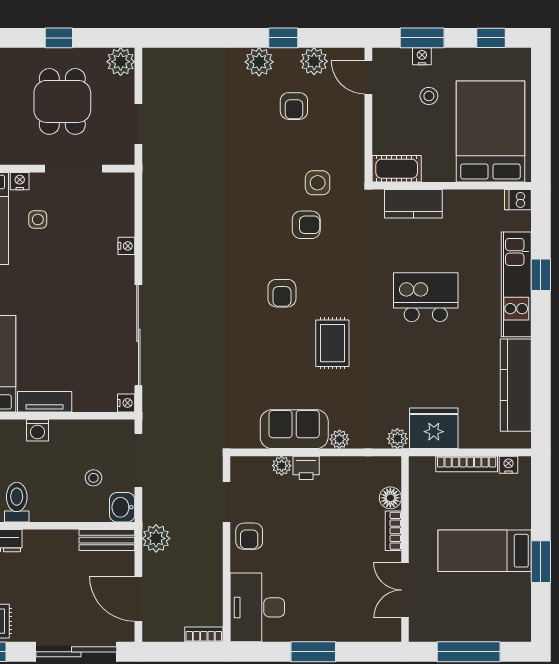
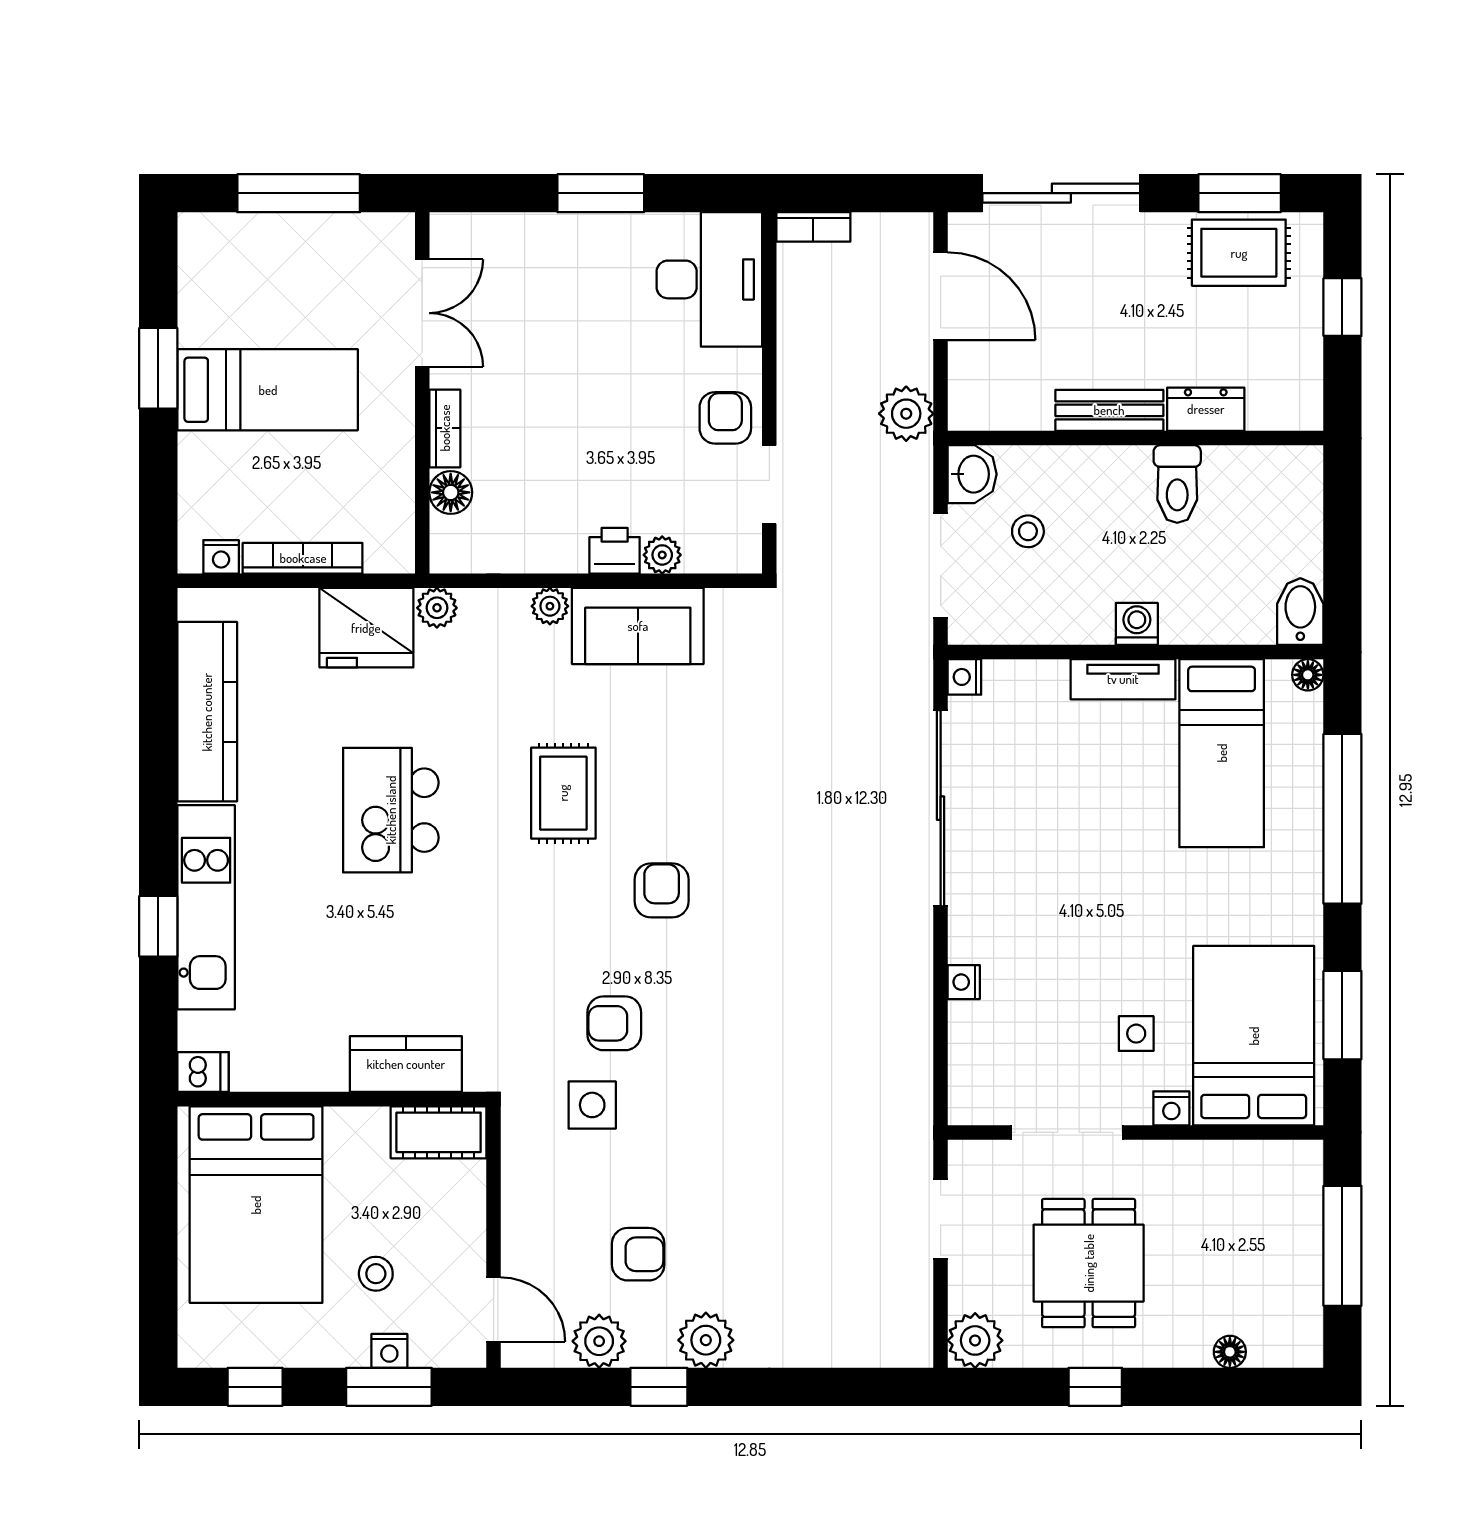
armchair: (294, 106) -> (638, 1254), turned 90
kitchen island: (426, 297) -> (391, 810), moved, turned 90
bench: (107, 540) -> (1109, 410), moved

